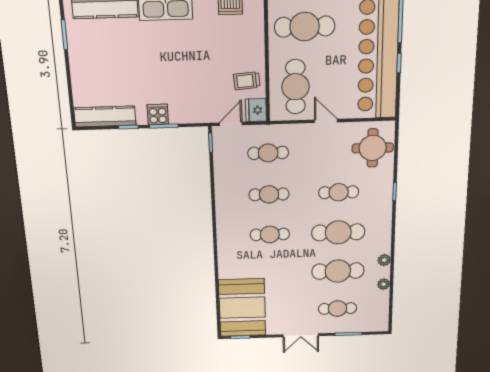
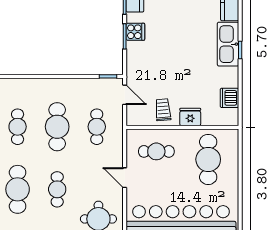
cafe table: (296, 87) -> (156, 151), width x0.73, depth x0.74
fridge: (256, 110) -> (190, 117), moved
door: (326, 121) -> (125, 178), swing flipped
cafe table: (269, 194) -> (57, 127), width x1.37, depth x1.35

